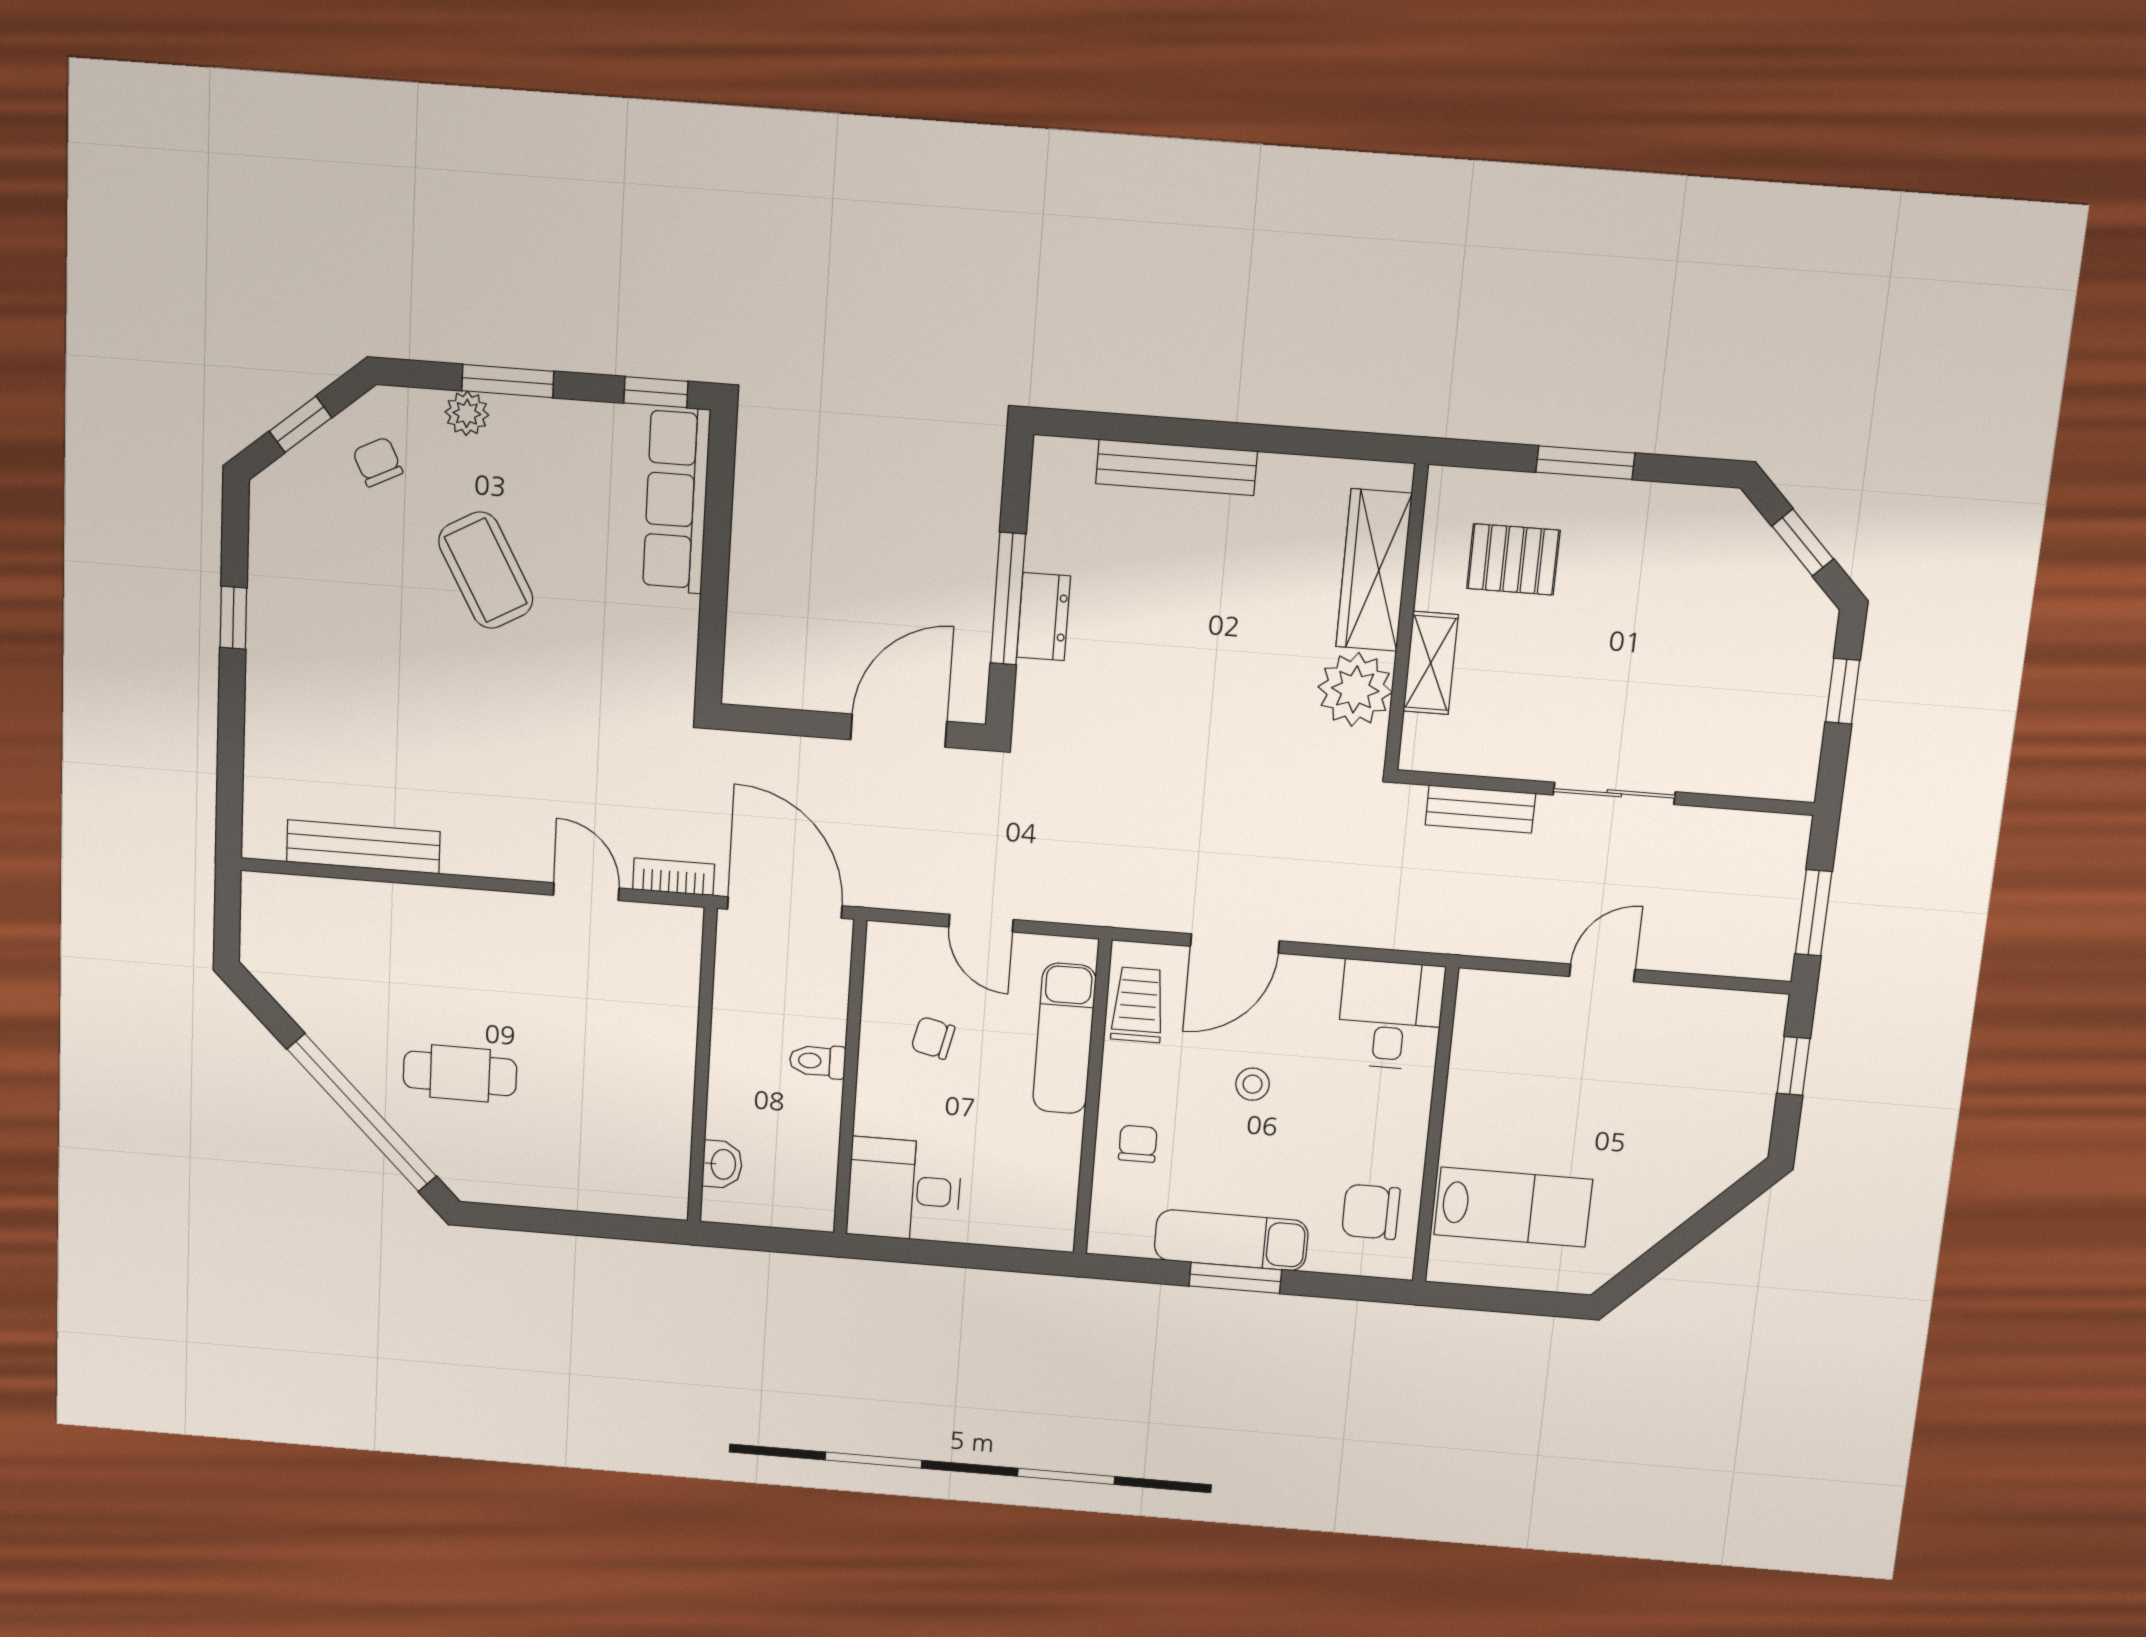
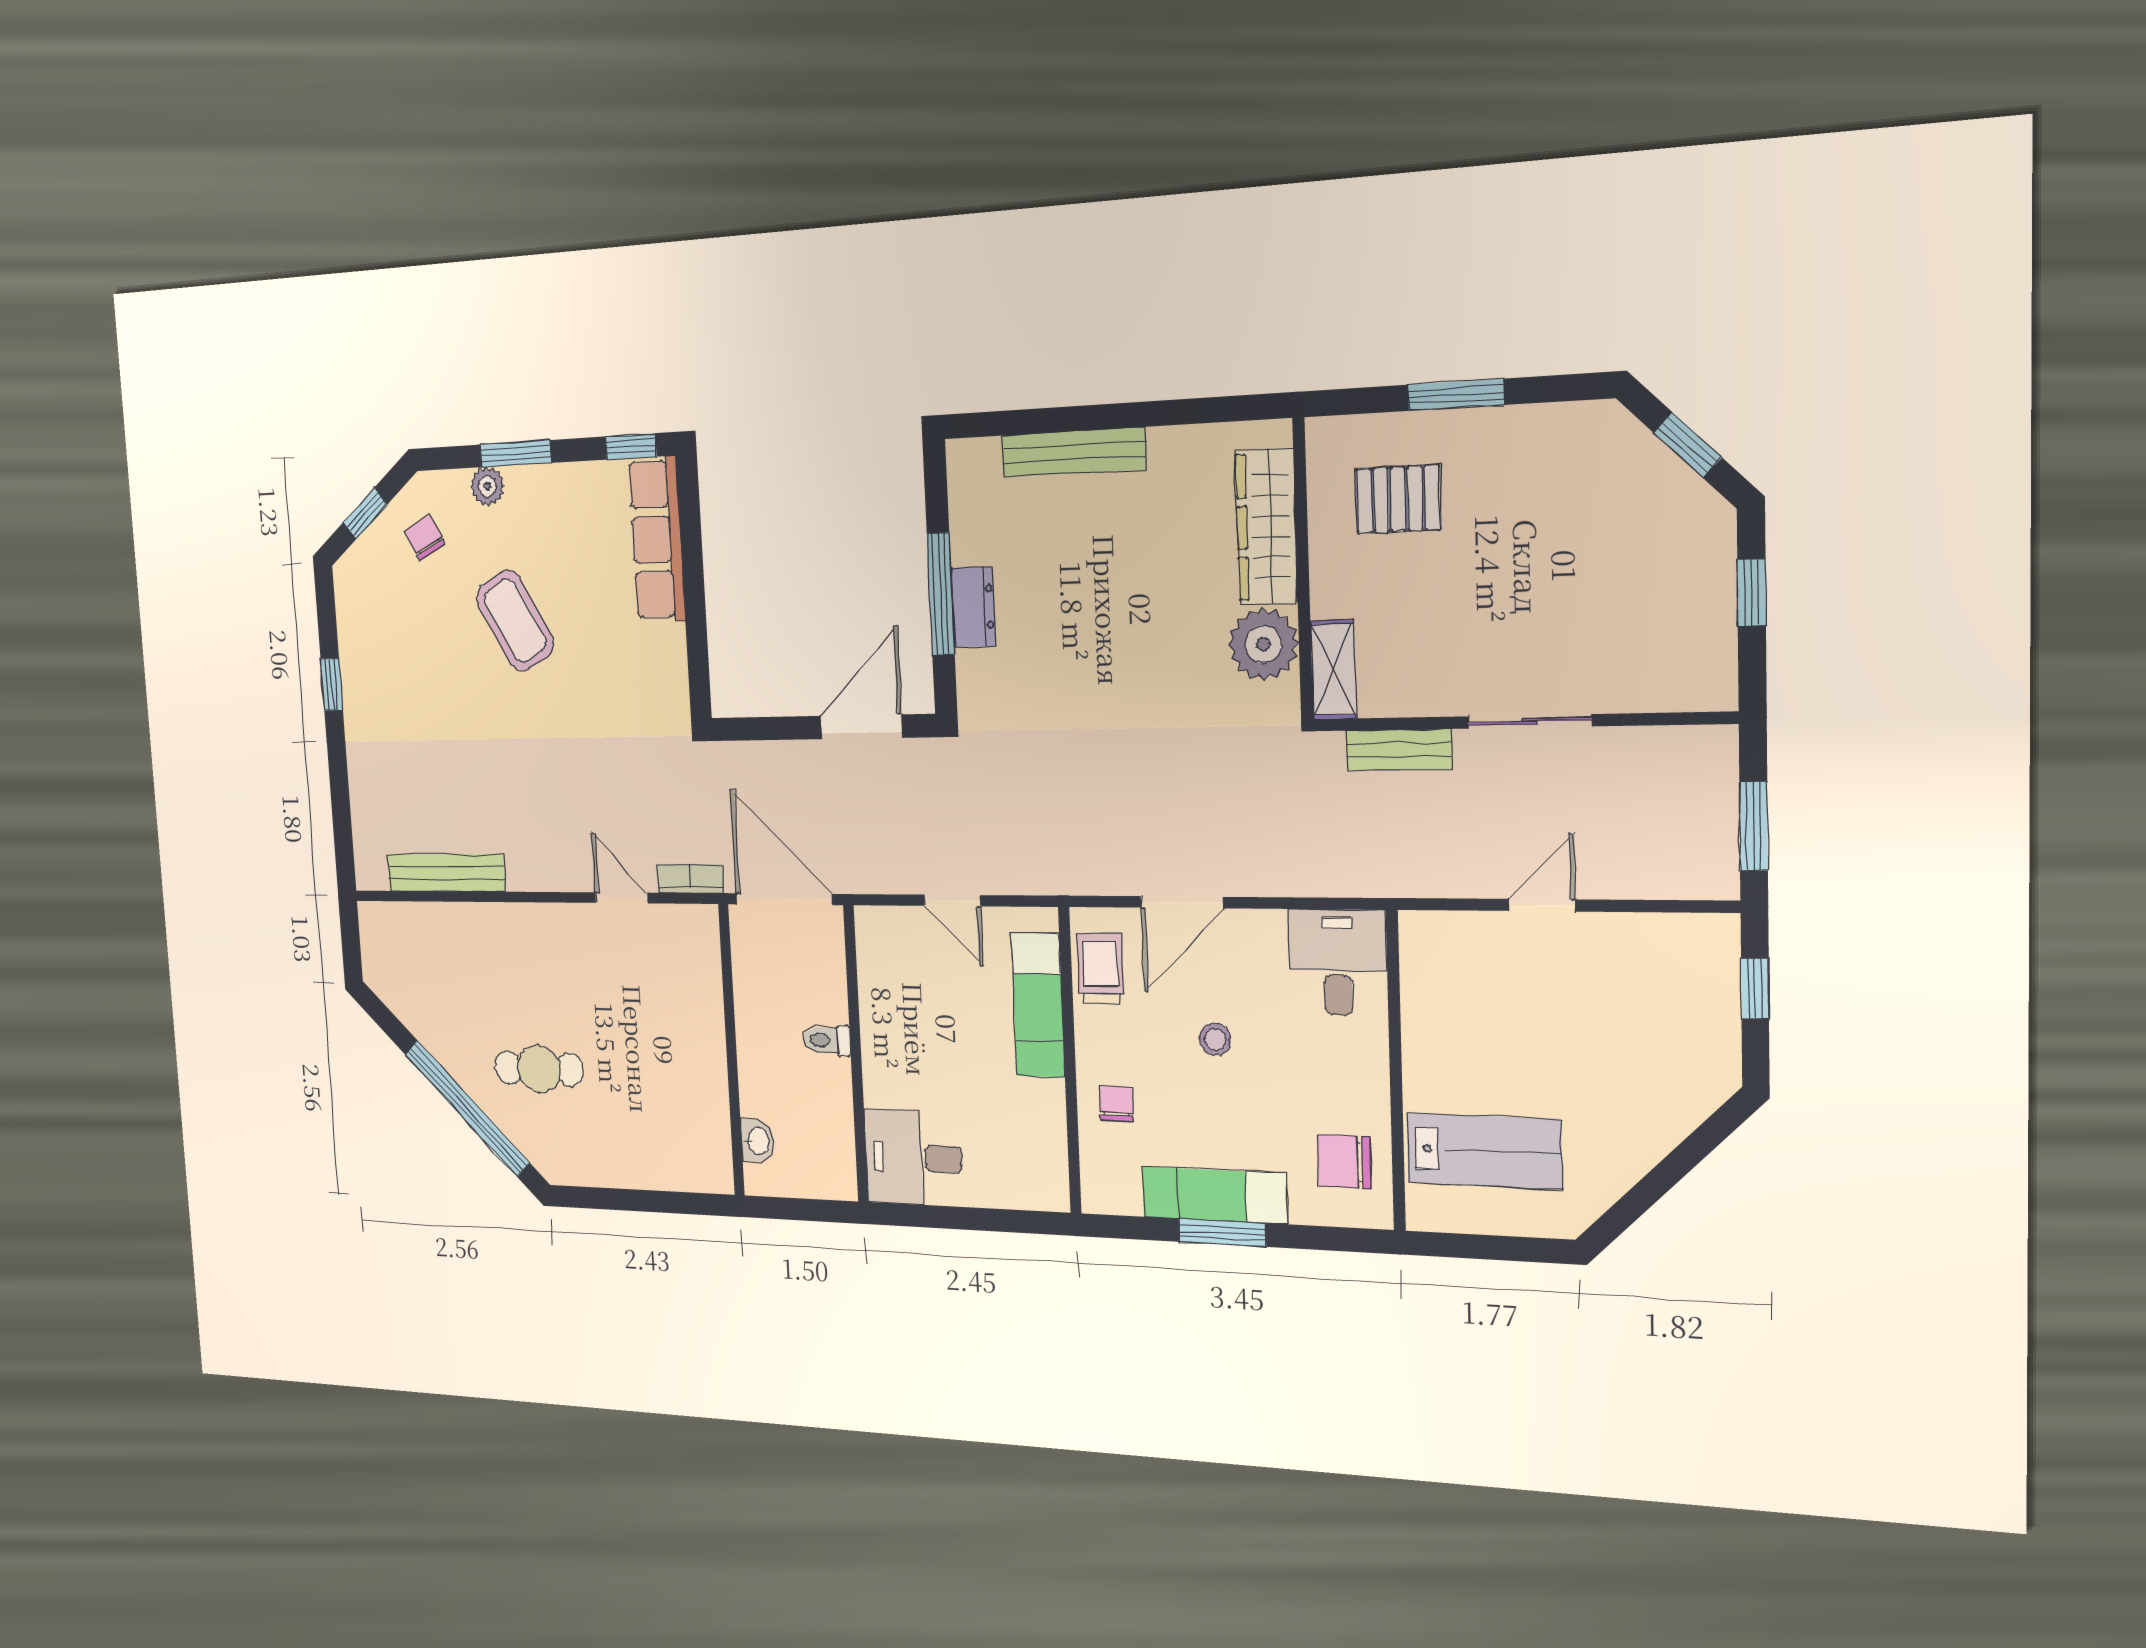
shelving: (1431, 663) -> (1333, 670), moved
chair: (933, 1038) -> (923, 1012), removed

